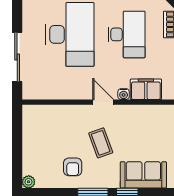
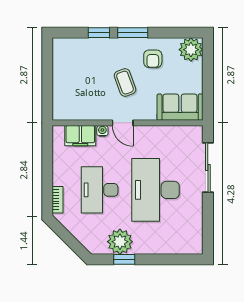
armchair: (73, 167) -> (153, 59), turned 180
sofa: (143, 175) -> (180, 107), moved, turned 180
plant: (29, 182) -> (191, 50), width x1.87, depth x1.87

